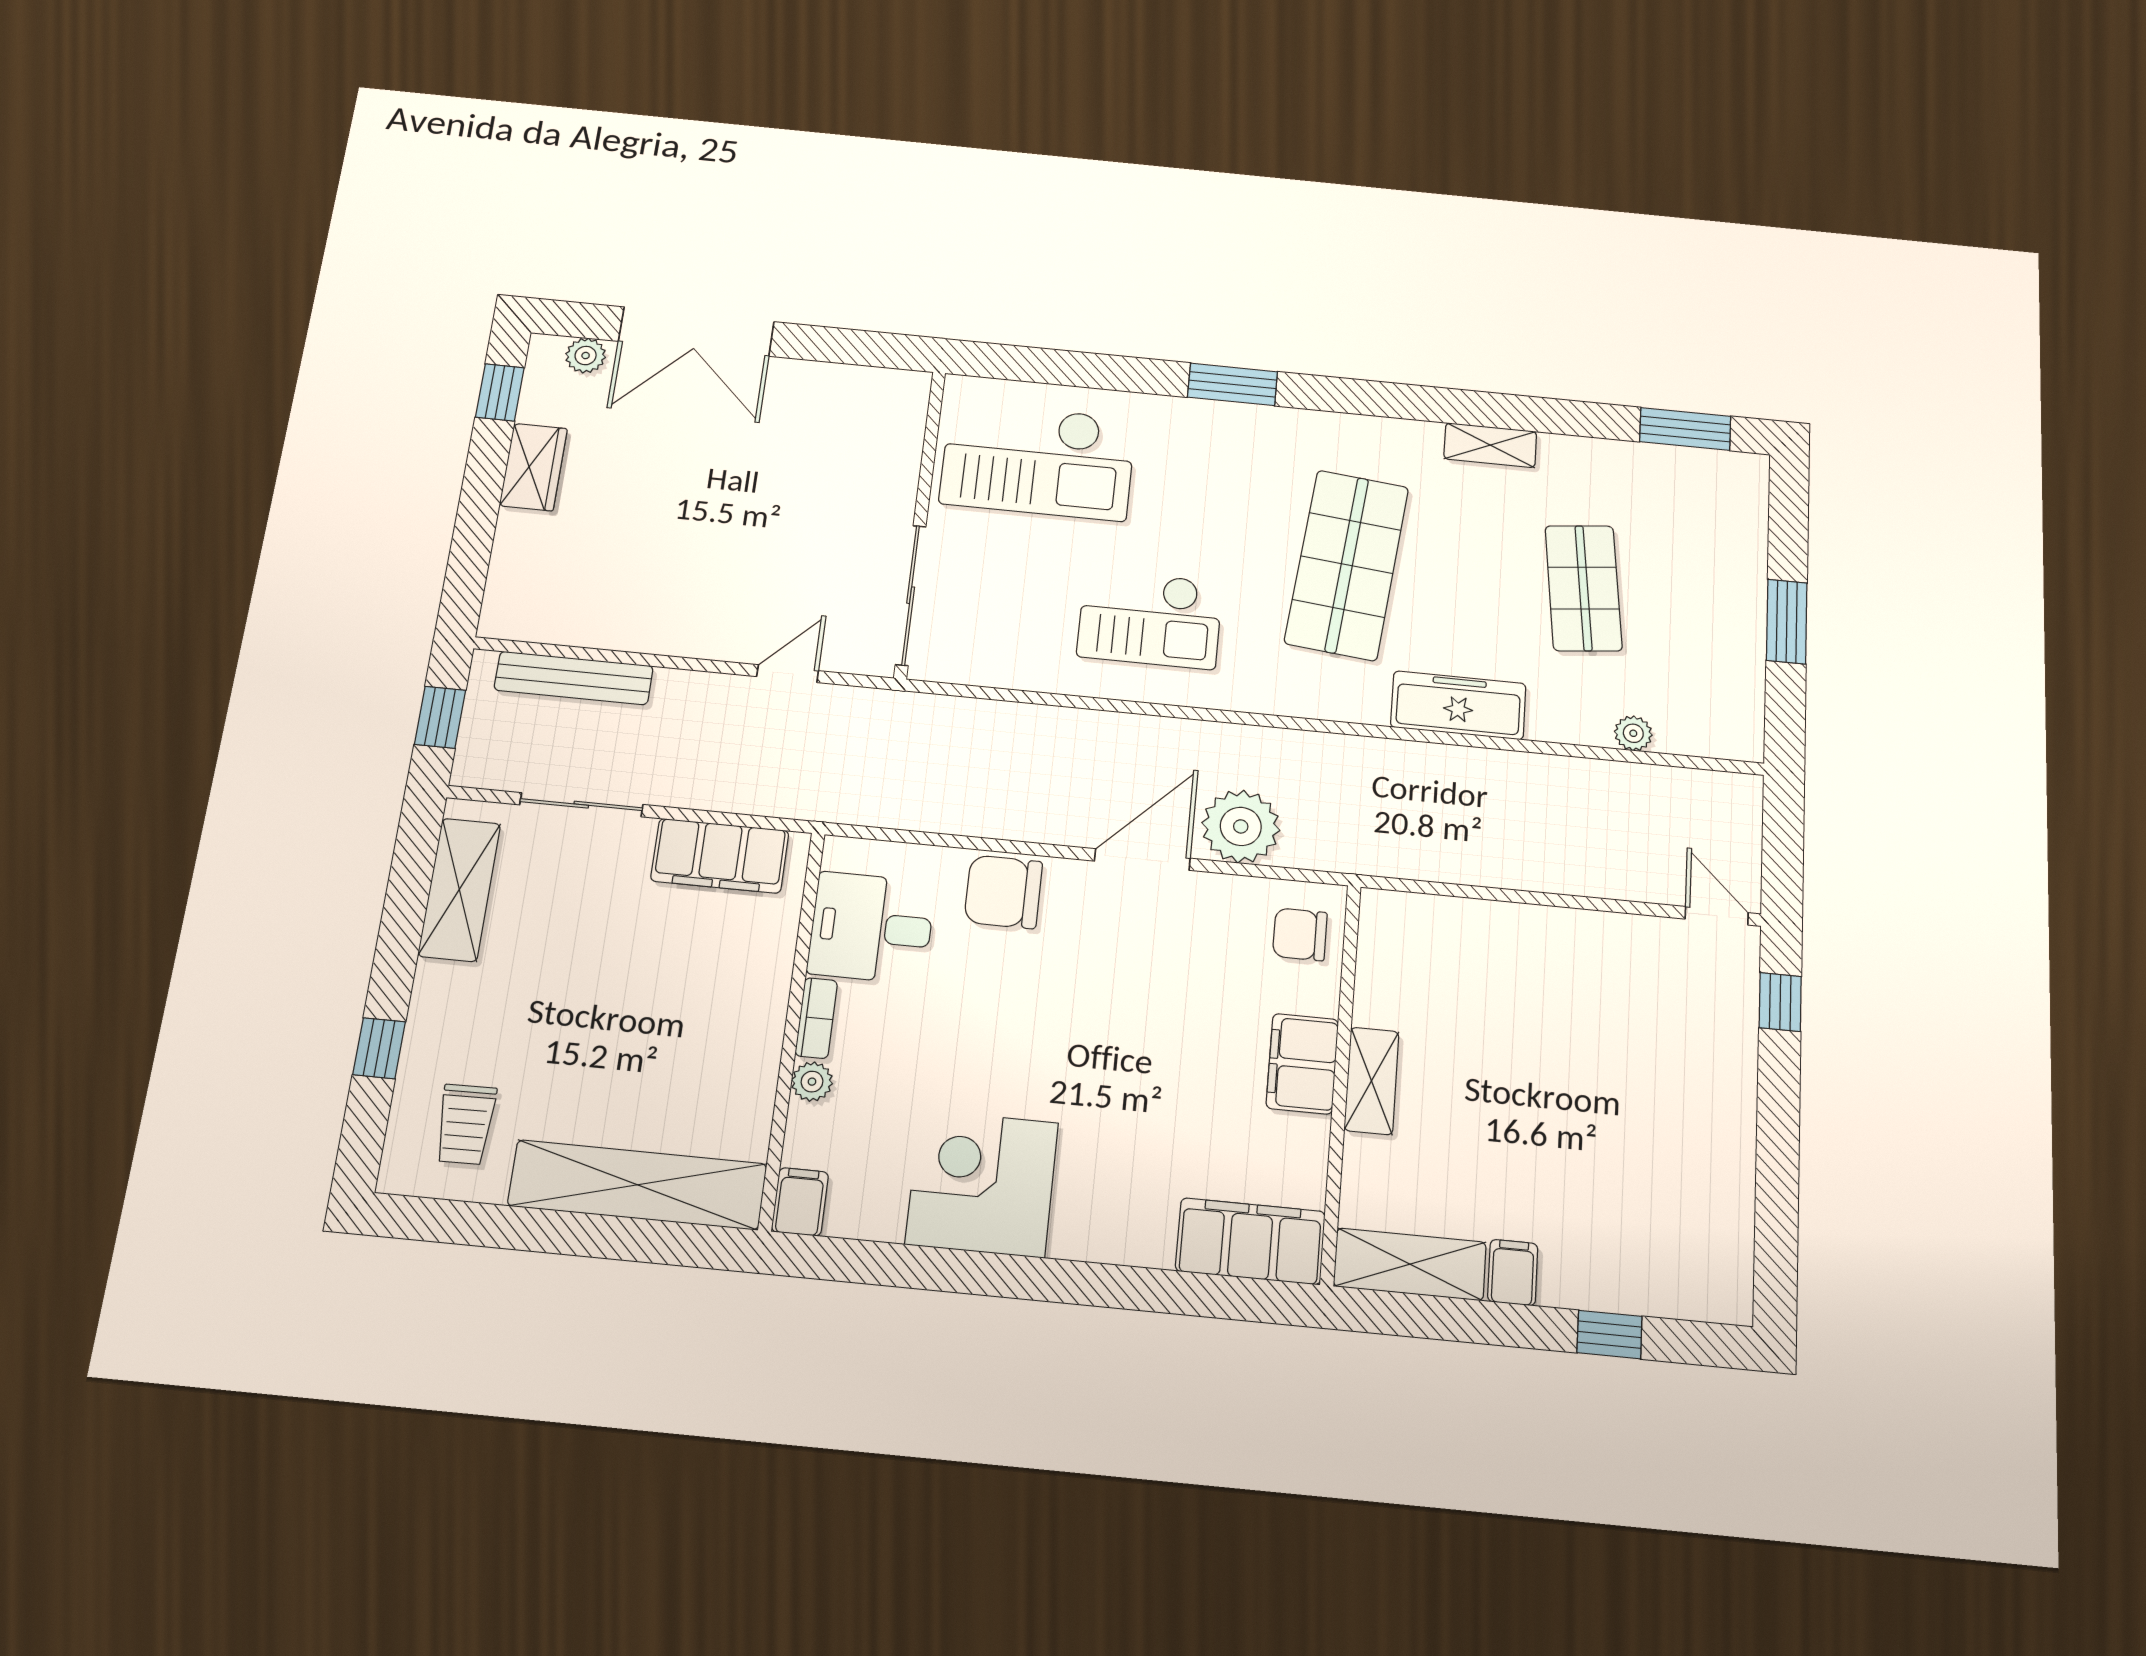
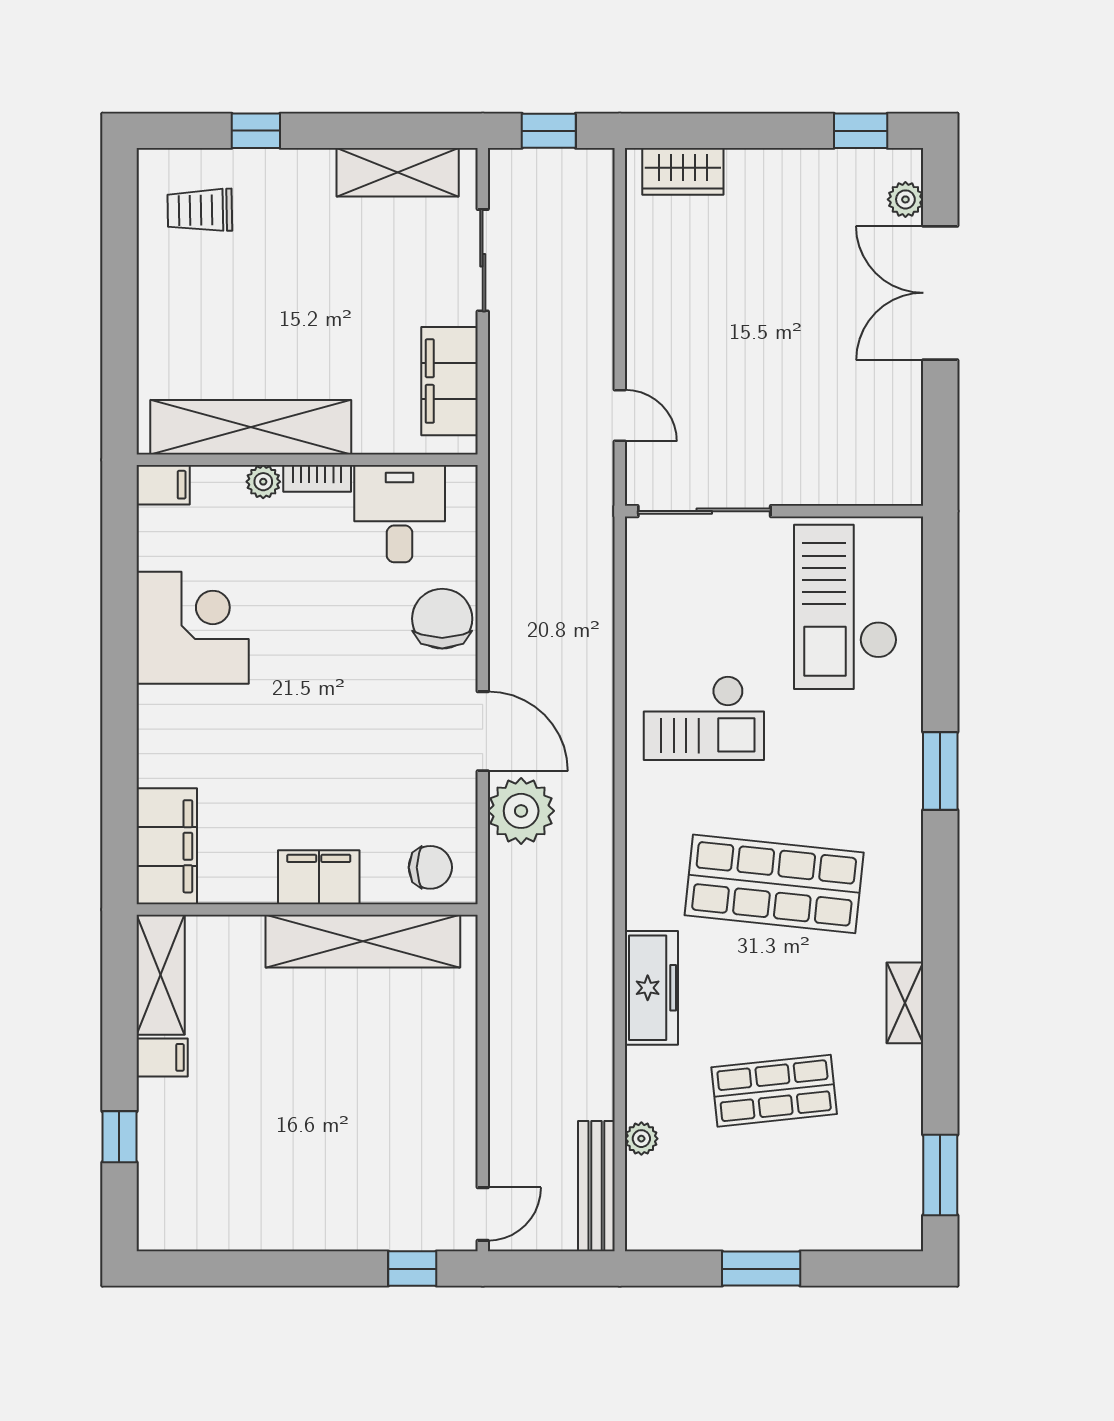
wardrobe: (533, 467) -> (683, 171), moved
checkout: (1150, 619) -> (704, 718), turned -90
bench: (574, 678) -> (596, 1186), moved
chair: (1300, 934) -> (430, 867), turned 90
shelving: (1371, 1081) -> (363, 941), width x2.20, depth x1.33
shelving: (637, 1185) -> (251, 427), moved, turned 90

